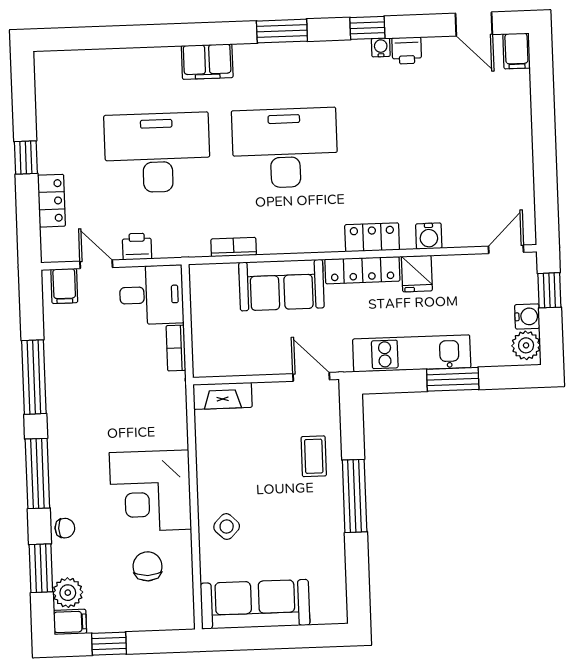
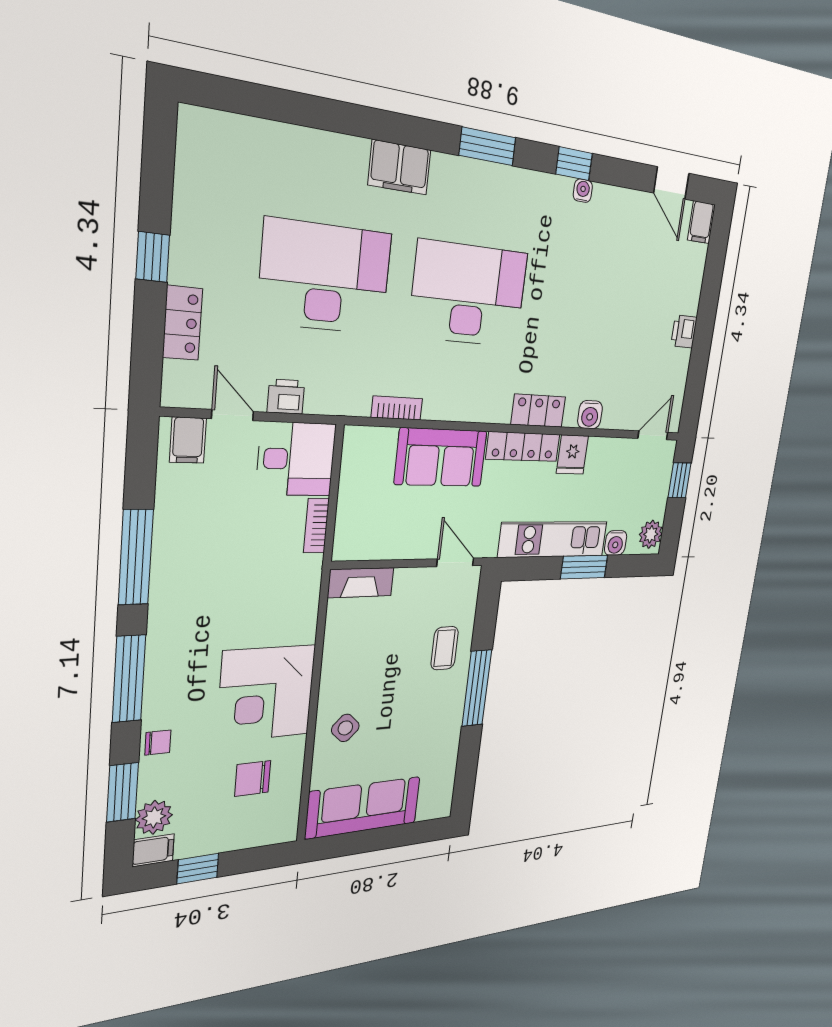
printer: (407, 51) -> (684, 331), moved, turned 90
water cooler: (527, 316) -> (616, 543), moved, turned 90
chair: (148, 566) -> (253, 778), turned -90

